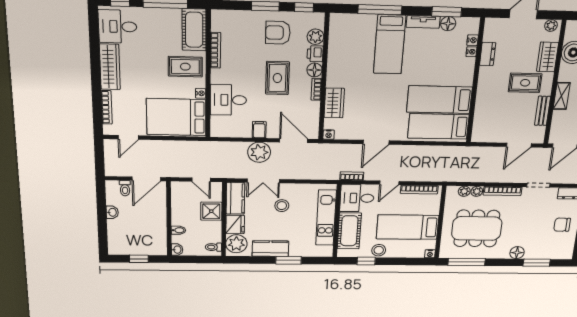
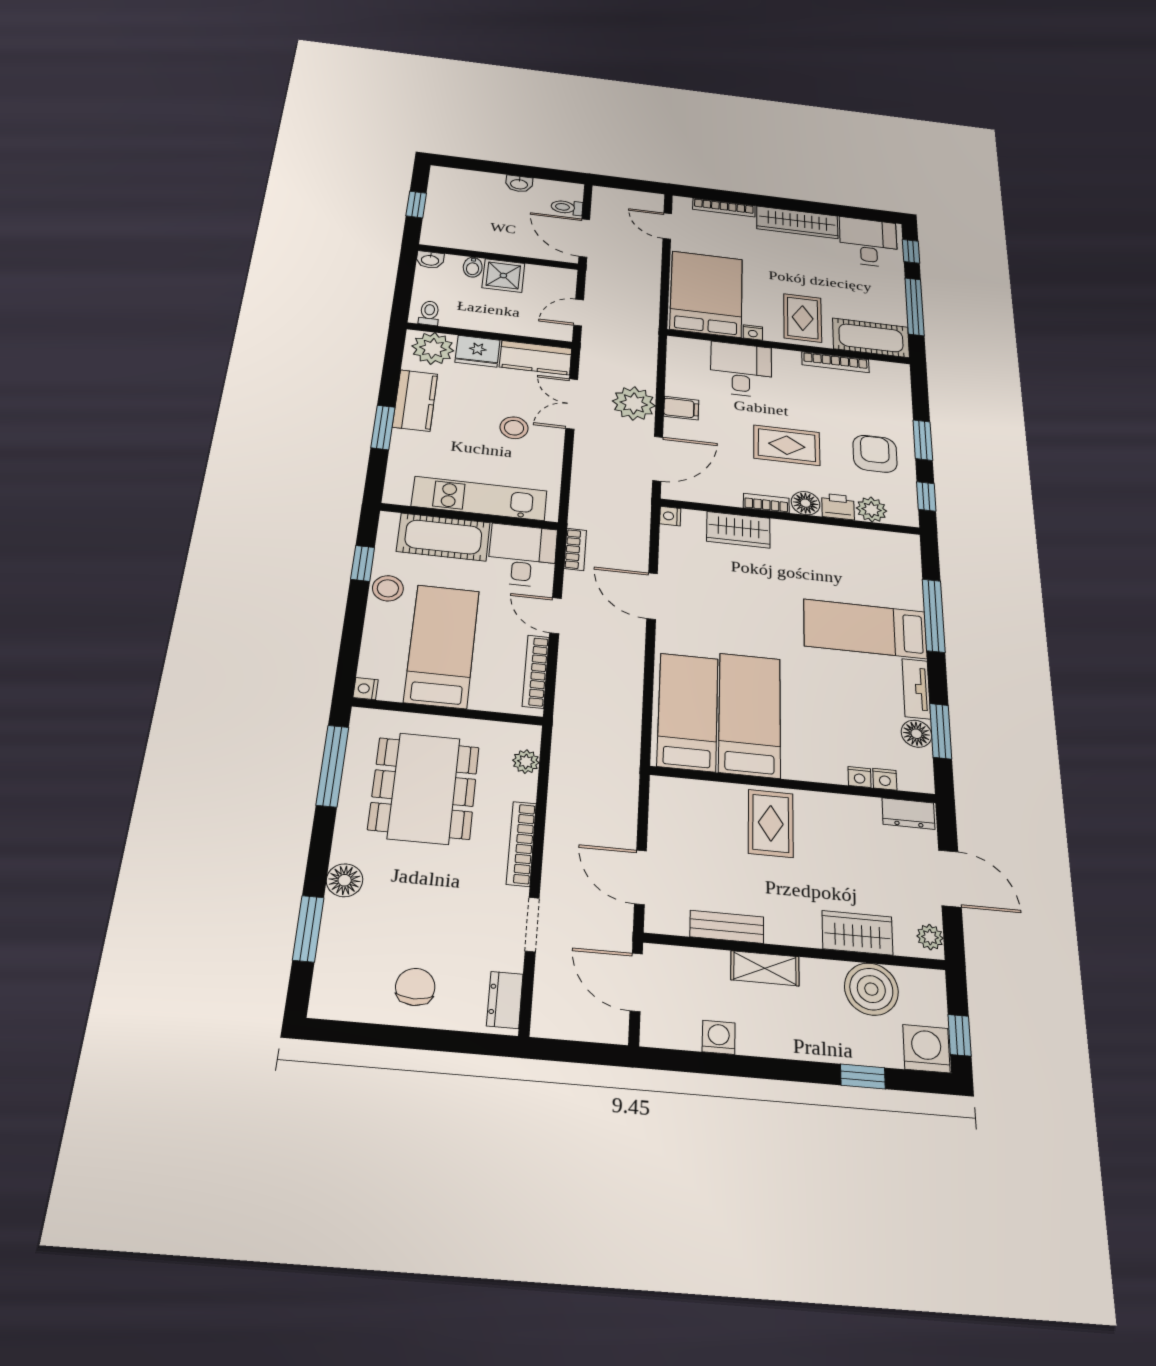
dresser: (488, 54) -> (908, 814), moved
rug: (525, 83) -> (771, 823), moved
plant: (477, 191) -> (524, 788), removed
shower: (211, 211) -> (503, 276), moved

